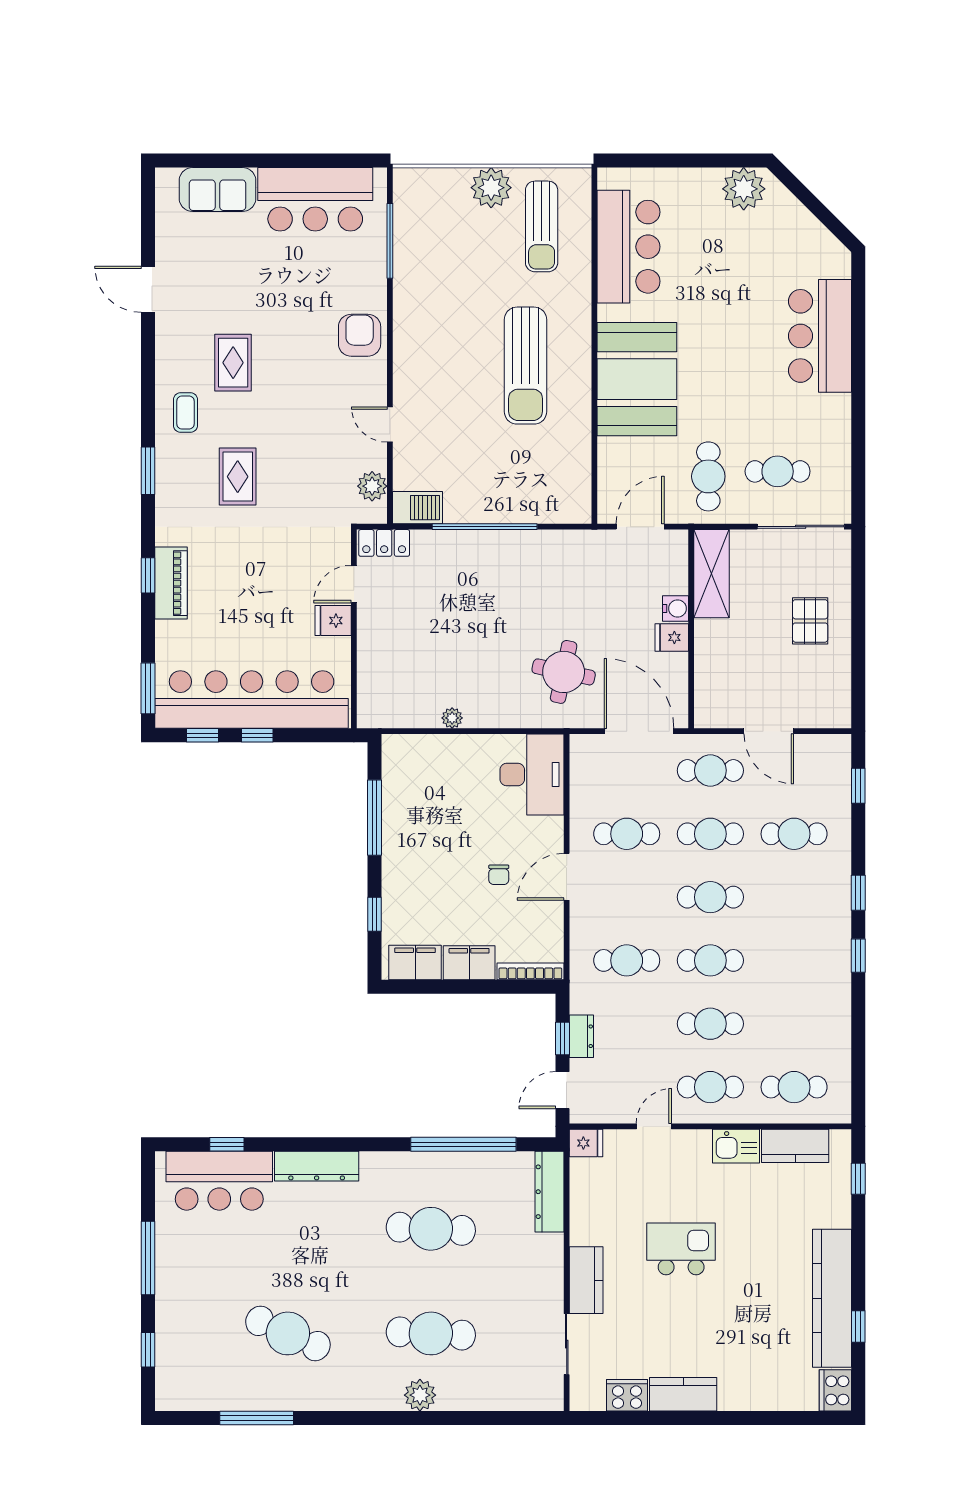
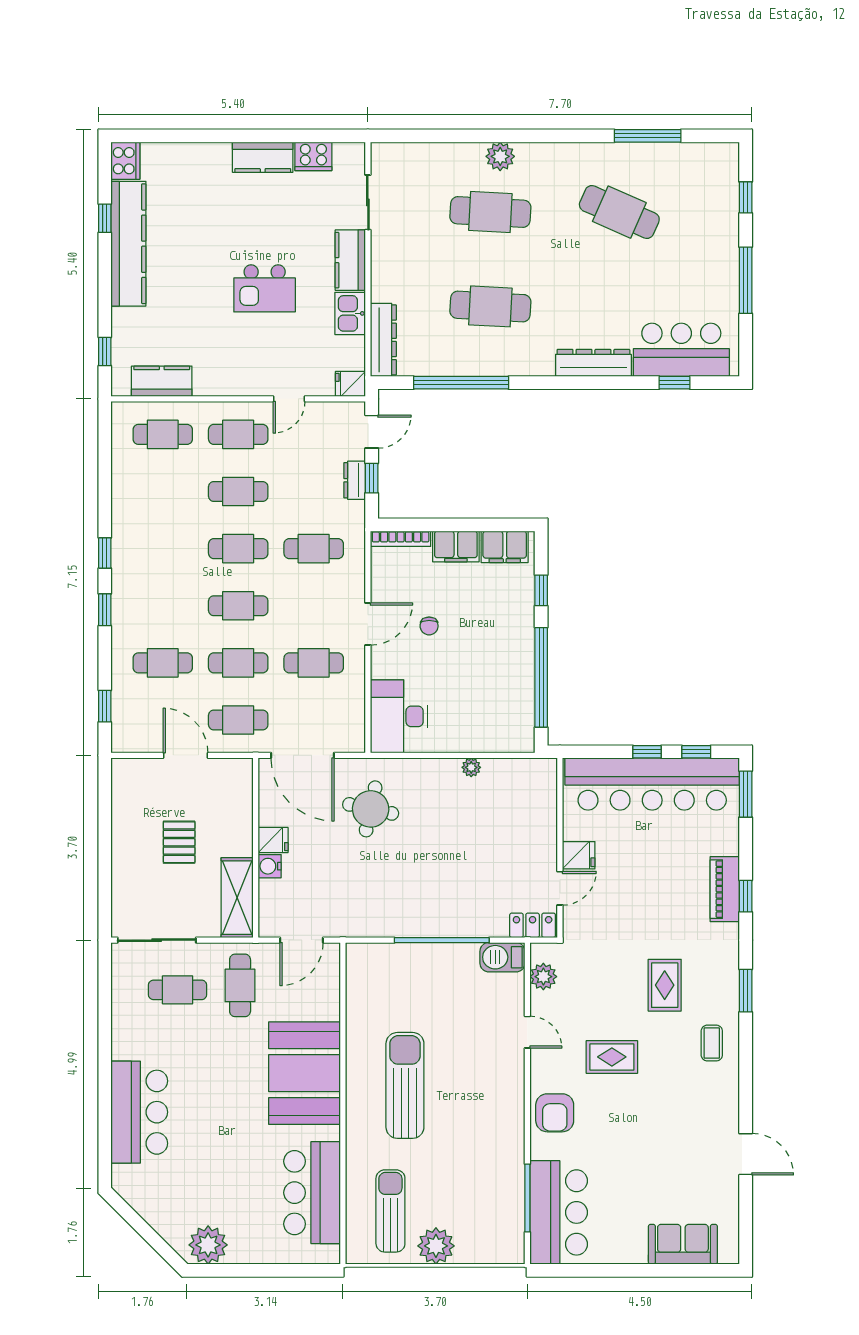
bar counter: (315, 199) -> (559, 1212), moved, turned 90
rug: (233, 363) -> (612, 1057), moved, turned 90
pallet: (810, 621) -> (179, 842), moved
window: (375, 818) -> (541, 677), width x1.46
chair: (499, 875) -> (429, 626), turned 180
kitchen sink: (736, 1146) -> (350, 313), moved, turned -90

